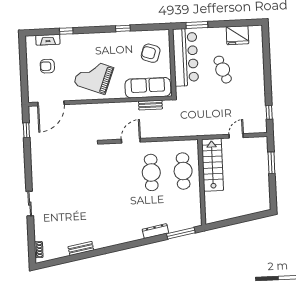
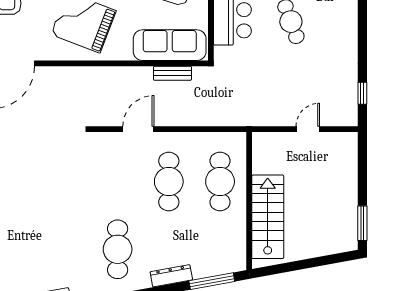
window: (271, 163) -> (362, 223), moved
stairs: (213, 165) -> (268, 217), moved
cafe table: (121, 216) -> (118, 249), added

